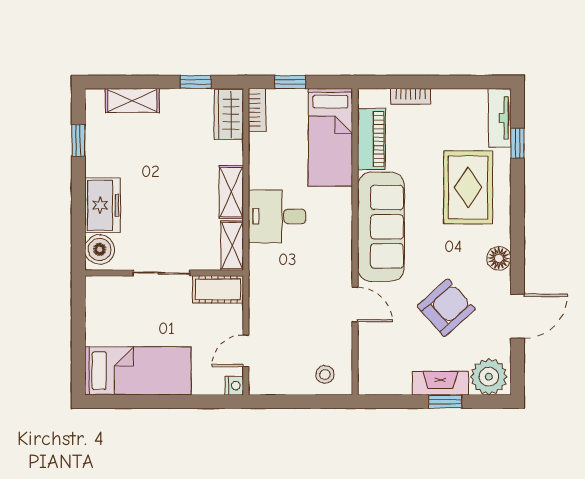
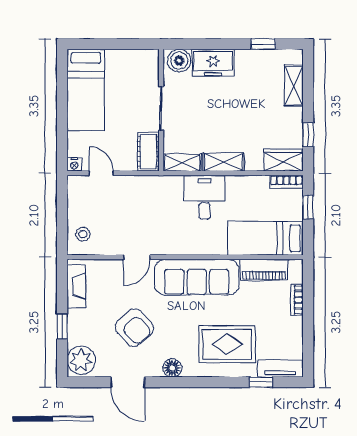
fireplace: (440, 383) -> (76, 286), moved

